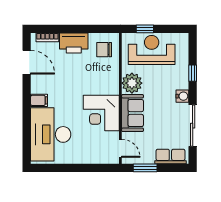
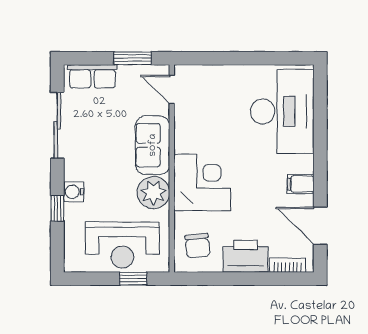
chair: (104, 50) -> (197, 246), turned 84
water cooler: (182, 96) -> (74, 192), moved
filing cabinet: (39, 100) -> (301, 184), moved
corner desk: (101, 113) -> (202, 182), moved

